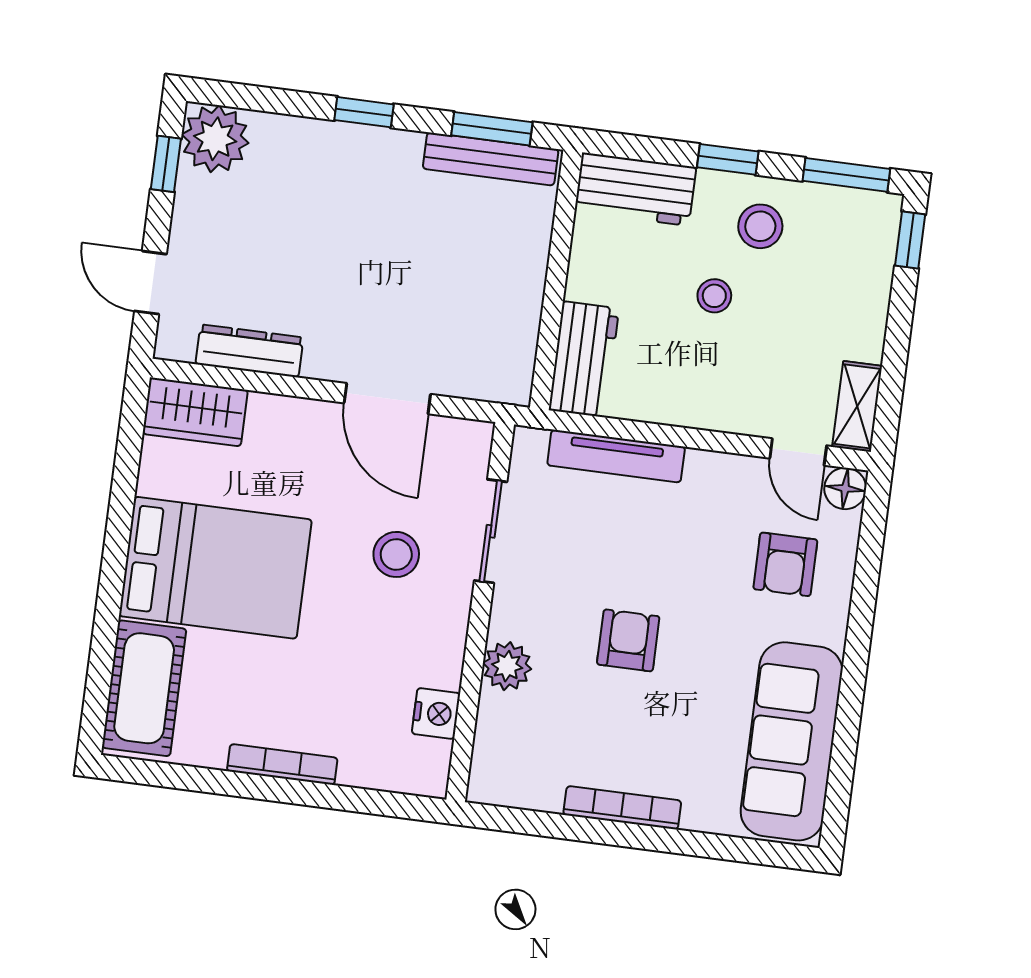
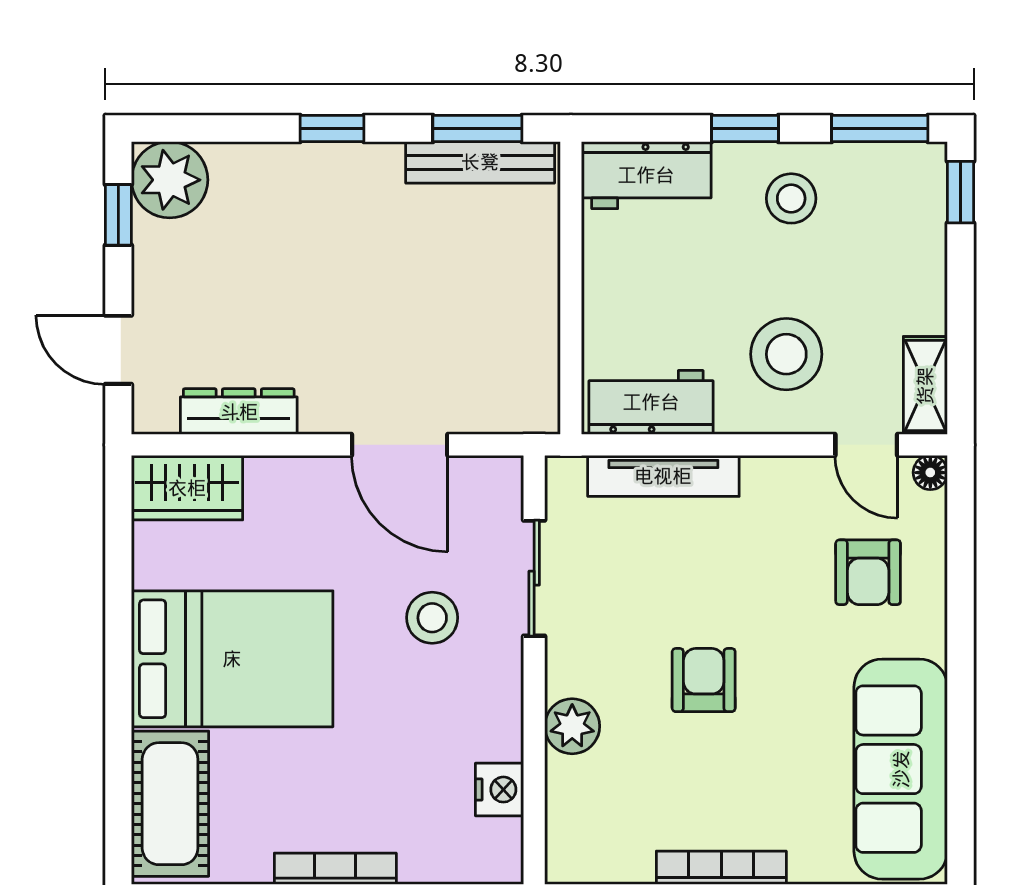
stool: (714, 296) -> (786, 354), moved, width x1.89, depth x1.89
workbench: (584, 359) -> (651, 402), moved, turned -90
floor lamp: (845, 488) -> (930, 473), width x0.73, depth x0.73

